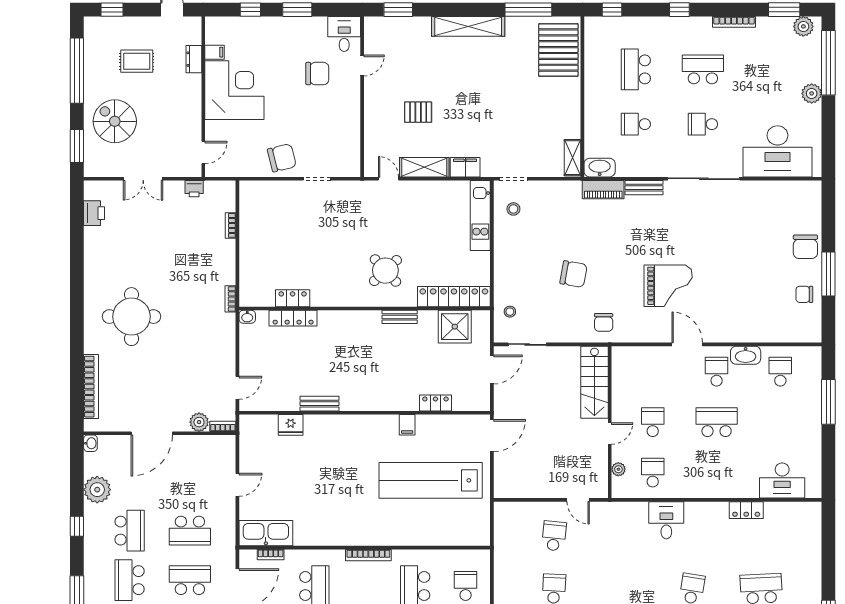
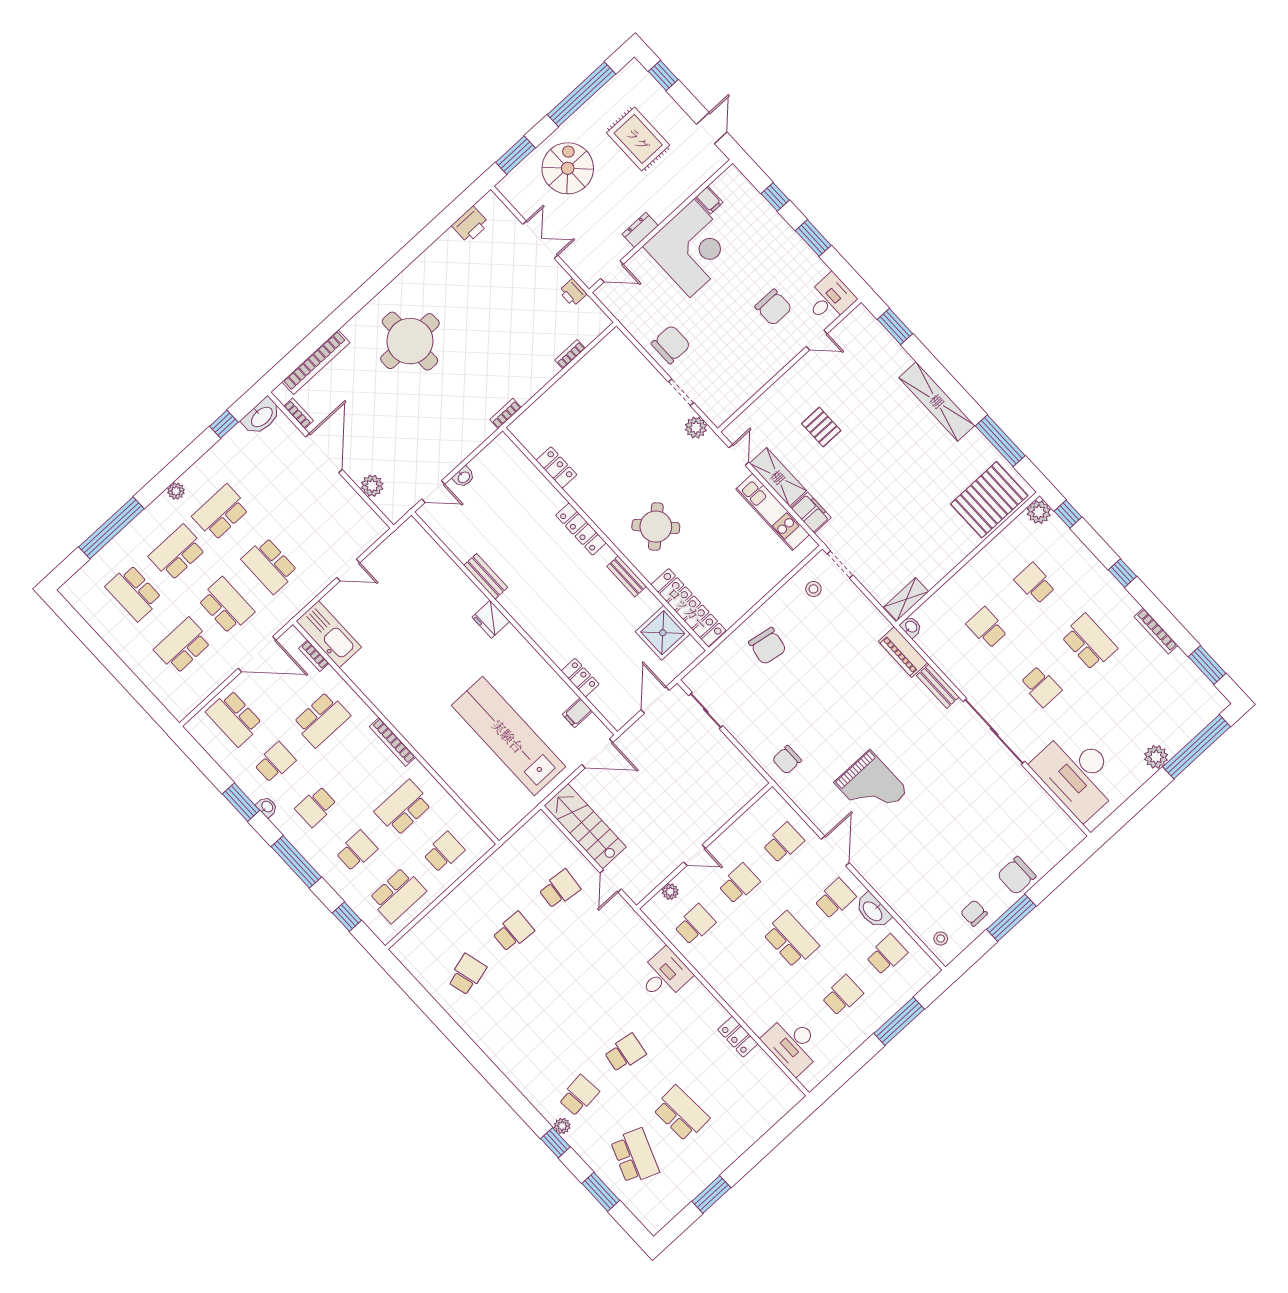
plant: (803, 26) -> (1039, 512), moved
dresser: (194, 59) -> (640, 230), moved
rug: (137, 61) -> (638, 139), width x1.36, depth x1.43
school desk: (636, 69) -> (1035, 583), width x0.54
school desk: (703, 124) -> (1041, 686), turned 180
chair: (282, 158) -> (671, 344), turned -76
washbasin: (600, 168) -> (911, 627), width x0.52, depth x0.69
double door: (143, 179) -> (540, 240), swing flipped
plant: (347, 190) -> (696, 428), added
kitchen unit: (480, 215) -> (773, 512), moved, turned -90
chair: (573, 274) -> (767, 646), moved
stool: (510, 312) -> (941, 939), moved
washbasin: (247, 317) -> (464, 477), moved, turned -90
locker: (293, 318) -> (581, 529), moved
door: (492, 369) -> (655, 700), swing flipped
school desk: (653, 372) -> (783, 843), added
stairs: (594, 382) -> (585, 826), moved, turned 90
school desk: (780, 422) -> (842, 995), added
fridge: (291, 425) -> (491, 619), moved
filing cabinet: (407, 425) -> (577, 713), moved
bookcase: (223, 426) -> (299, 413), moved
door: (152, 433) -> (324, 453), swing flipped
washbasin: (90, 443) -> (261, 416), width x1.91, depth x1.45
plant: (97, 490) -> (176, 491), moved, width x0.53, depth x0.53
window: (77, 526) -> (224, 424), moved
school desk: (130, 531) -> (221, 513), turned 180

